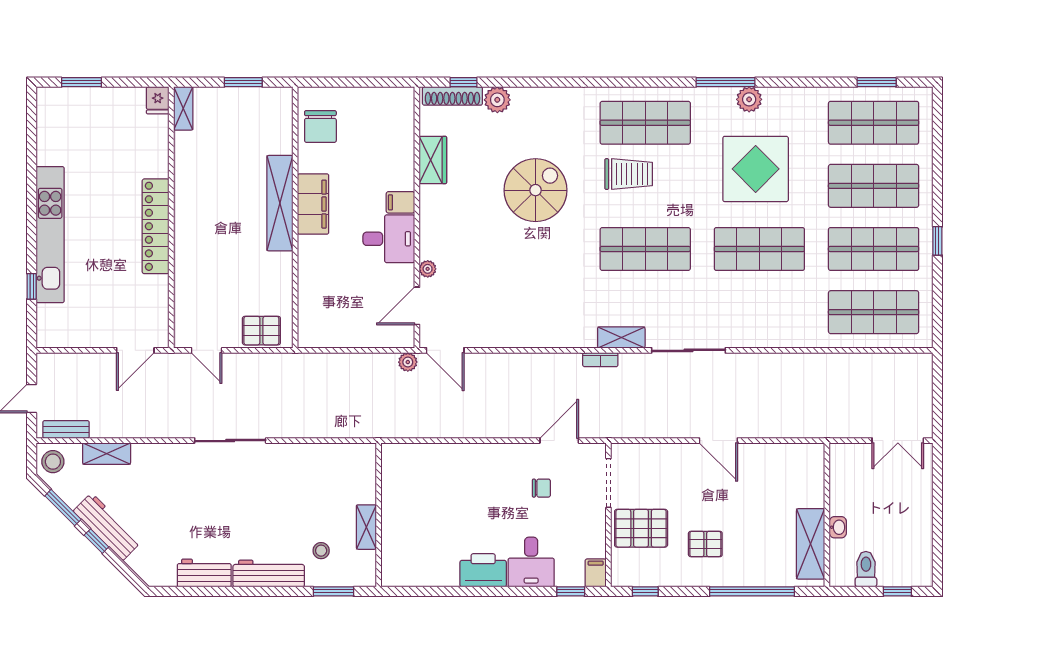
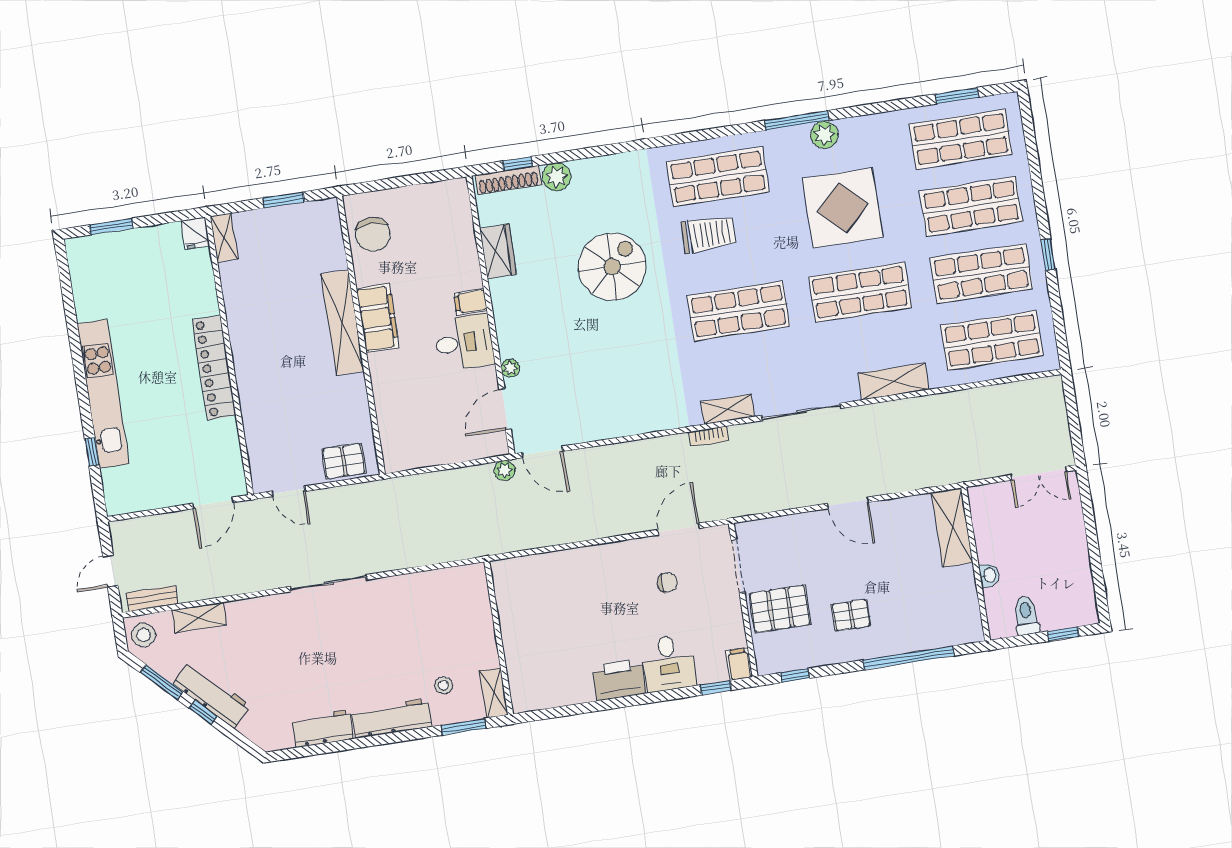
shelving: (778, 336) -> (893, 381), added
shelving: (366, 527) -> (494, 693), moved
shelving: (811, 544) -> (952, 528), moved

